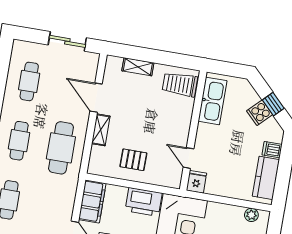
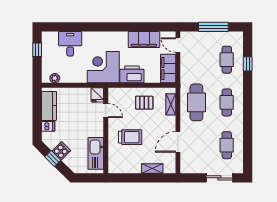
sliding door: (67, 41) -> (219, 178), moved
trolley: (180, 84) -> (130, 137), moved
door: (96, 98) -> (178, 142), swing flipped
shelving: (101, 130) -> (171, 104), moved

